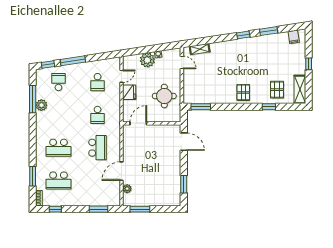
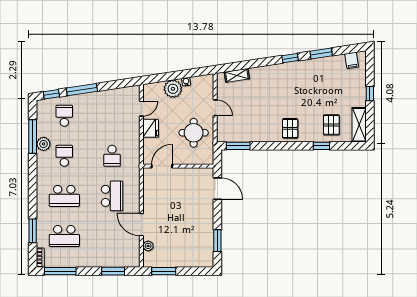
door: (182, 62) -> (215, 108), moved
school desk: (98, 82) -> (64, 156), moved, turned 180
door: (122, 171) -> (141, 225), hinge flipped
window: (55, 209) -> (60, 271), width x2.17

